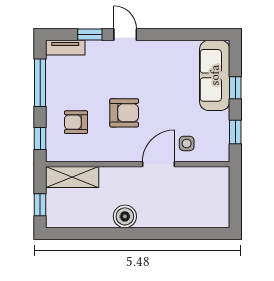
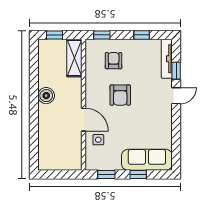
tv unit: (65, 48) -> (167, 59), width x1.41
window: (40, 83) -> (142, 35), width x0.46

